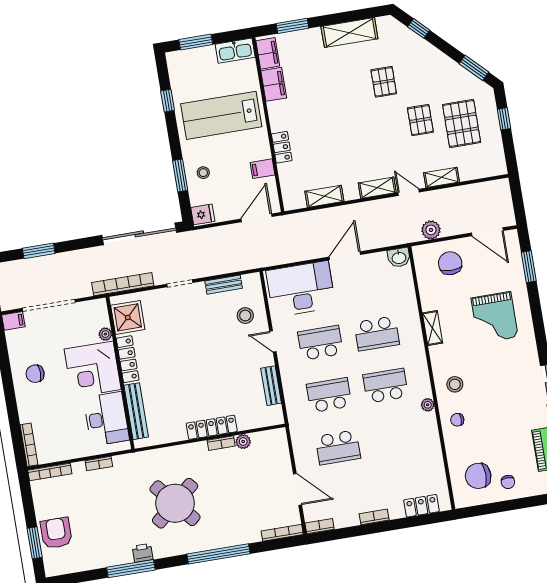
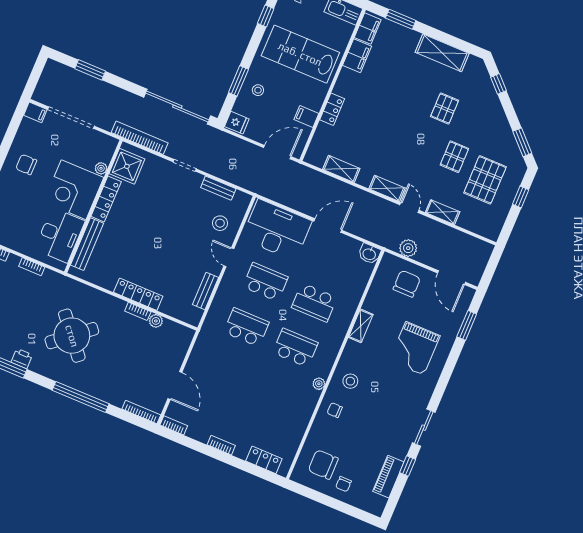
school desk: (338, 447) -> (227, 373), removed

